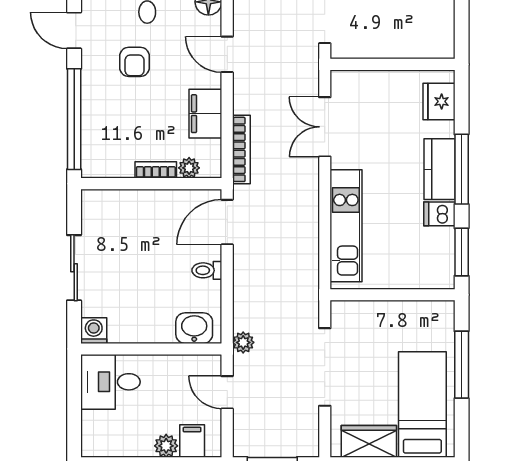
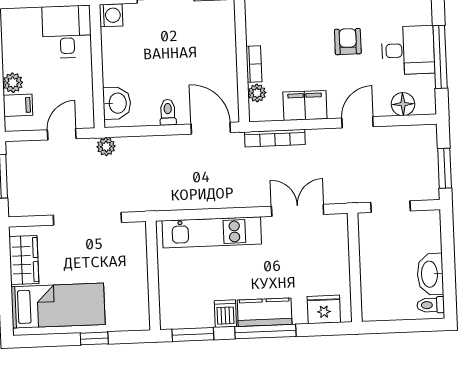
armchair: (135, 62) -> (348, 42), turned 90
window: (462, 365) -> (94, 338), width x0.46

